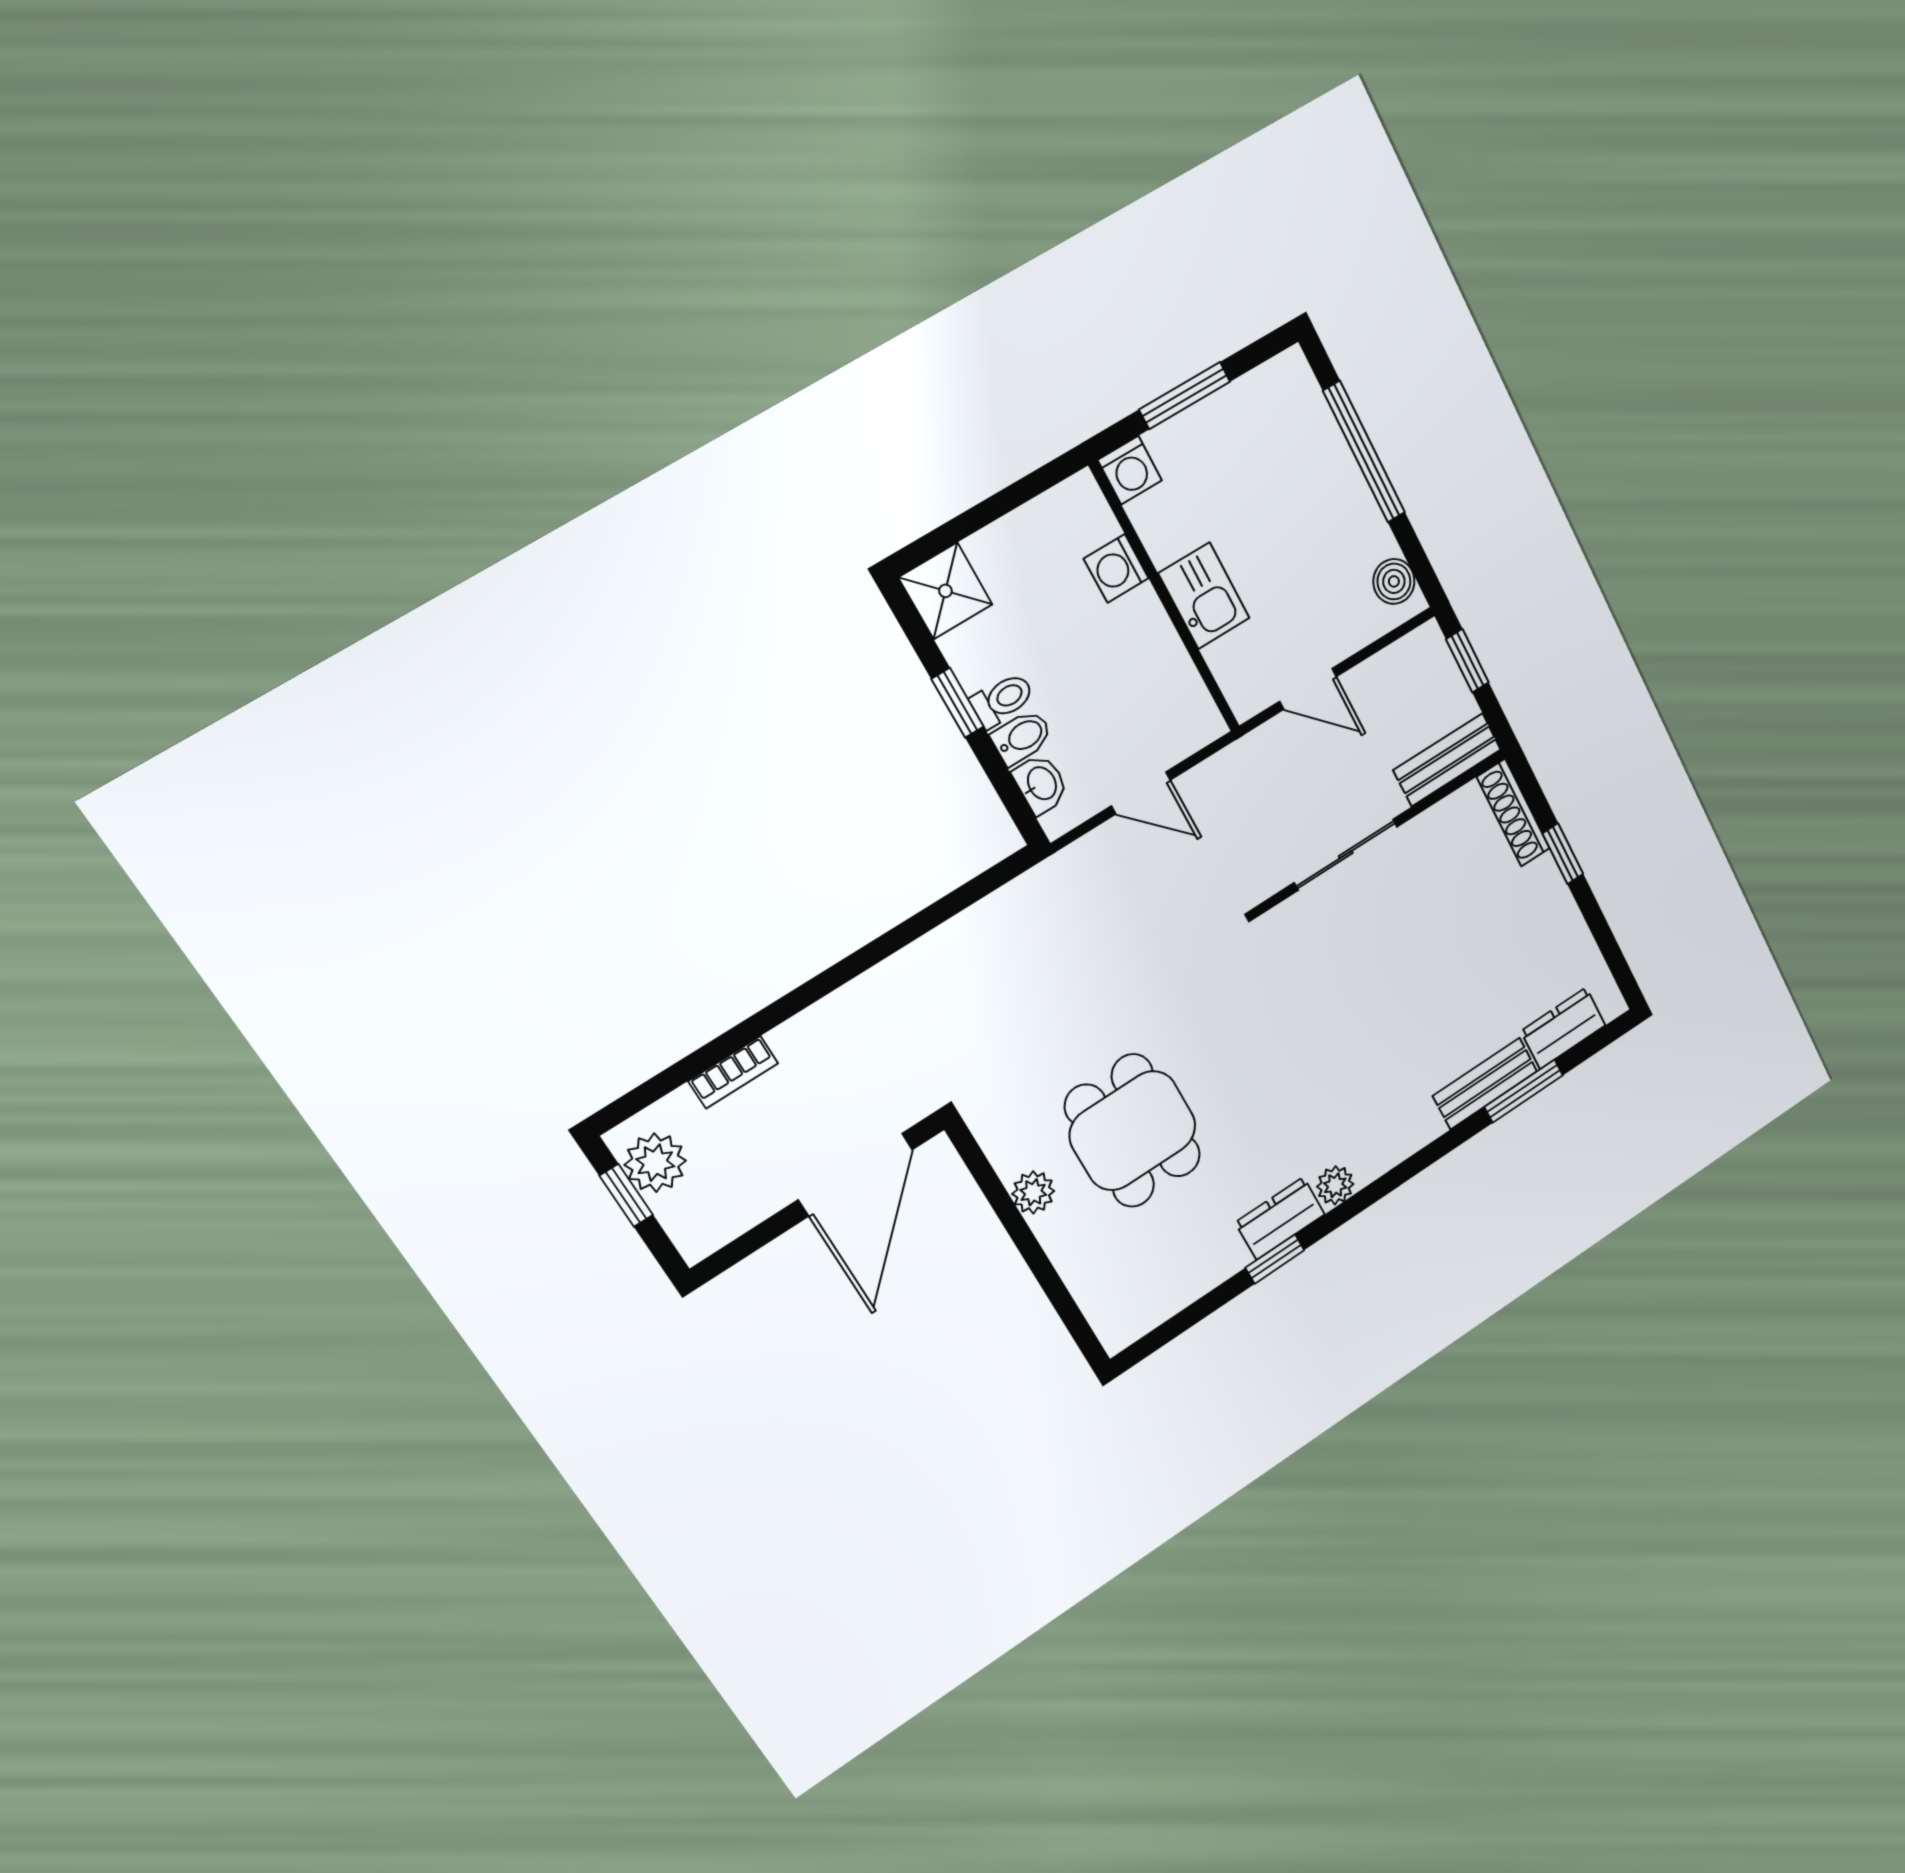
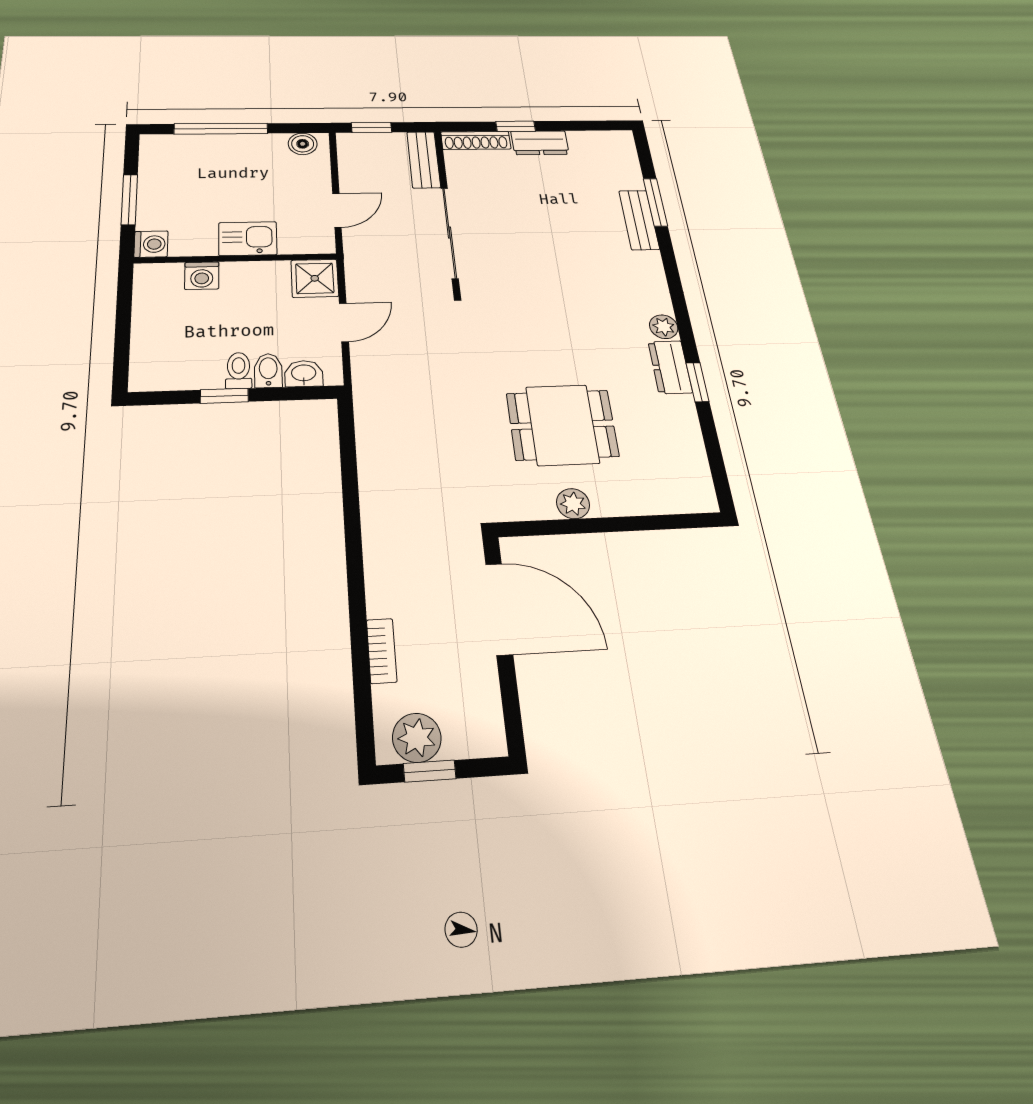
shower: (945, 591) -> (315, 278), moved
sliding door: (1346, 855) -> (450, 233), width x1.37
dresser: (1563, 1028) -> (540, 143), moved, turned -90

